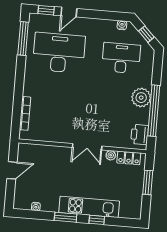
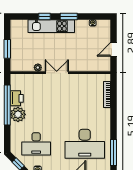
printer: (140, 135) -> (17, 98), moved
locker: (129, 158) -> (24, 67), removed

